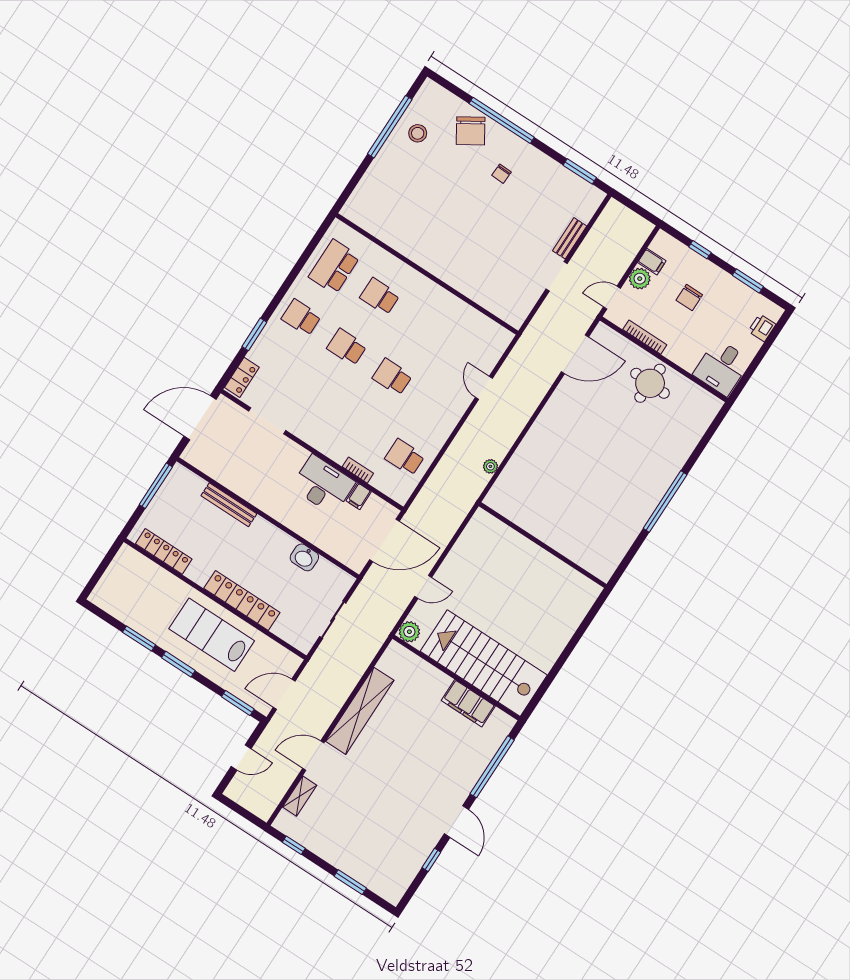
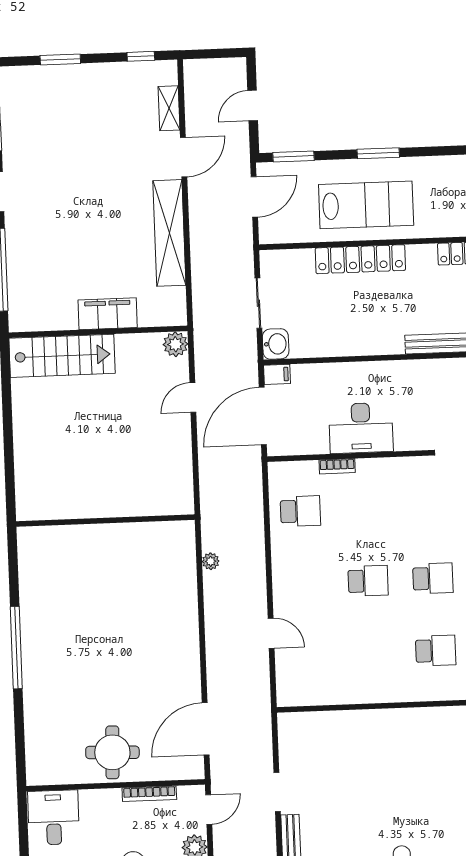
filing cabinet: (359, 496) -> (277, 374), moved, turned 90
washbasin: (304, 557) -> (276, 344), moved, turned 90
window: (139, 638) -> (434, 151), removed
stairs: (484, 663) -> (62, 356), width x0.73, depth x0.66
filing cabinet: (468, 703) -> (108, 314), moved

